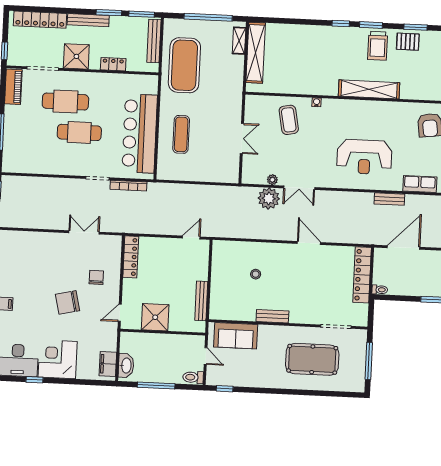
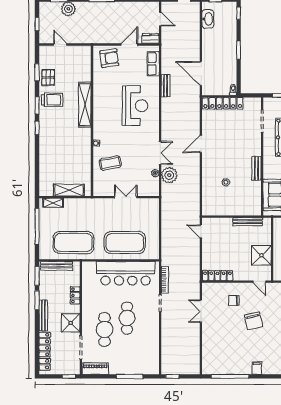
shelving: (256, 53) -> (69, 190), width x0.68
exercise mat: (181, 134) -> (125, 242), width x2.00, depth x1.45

